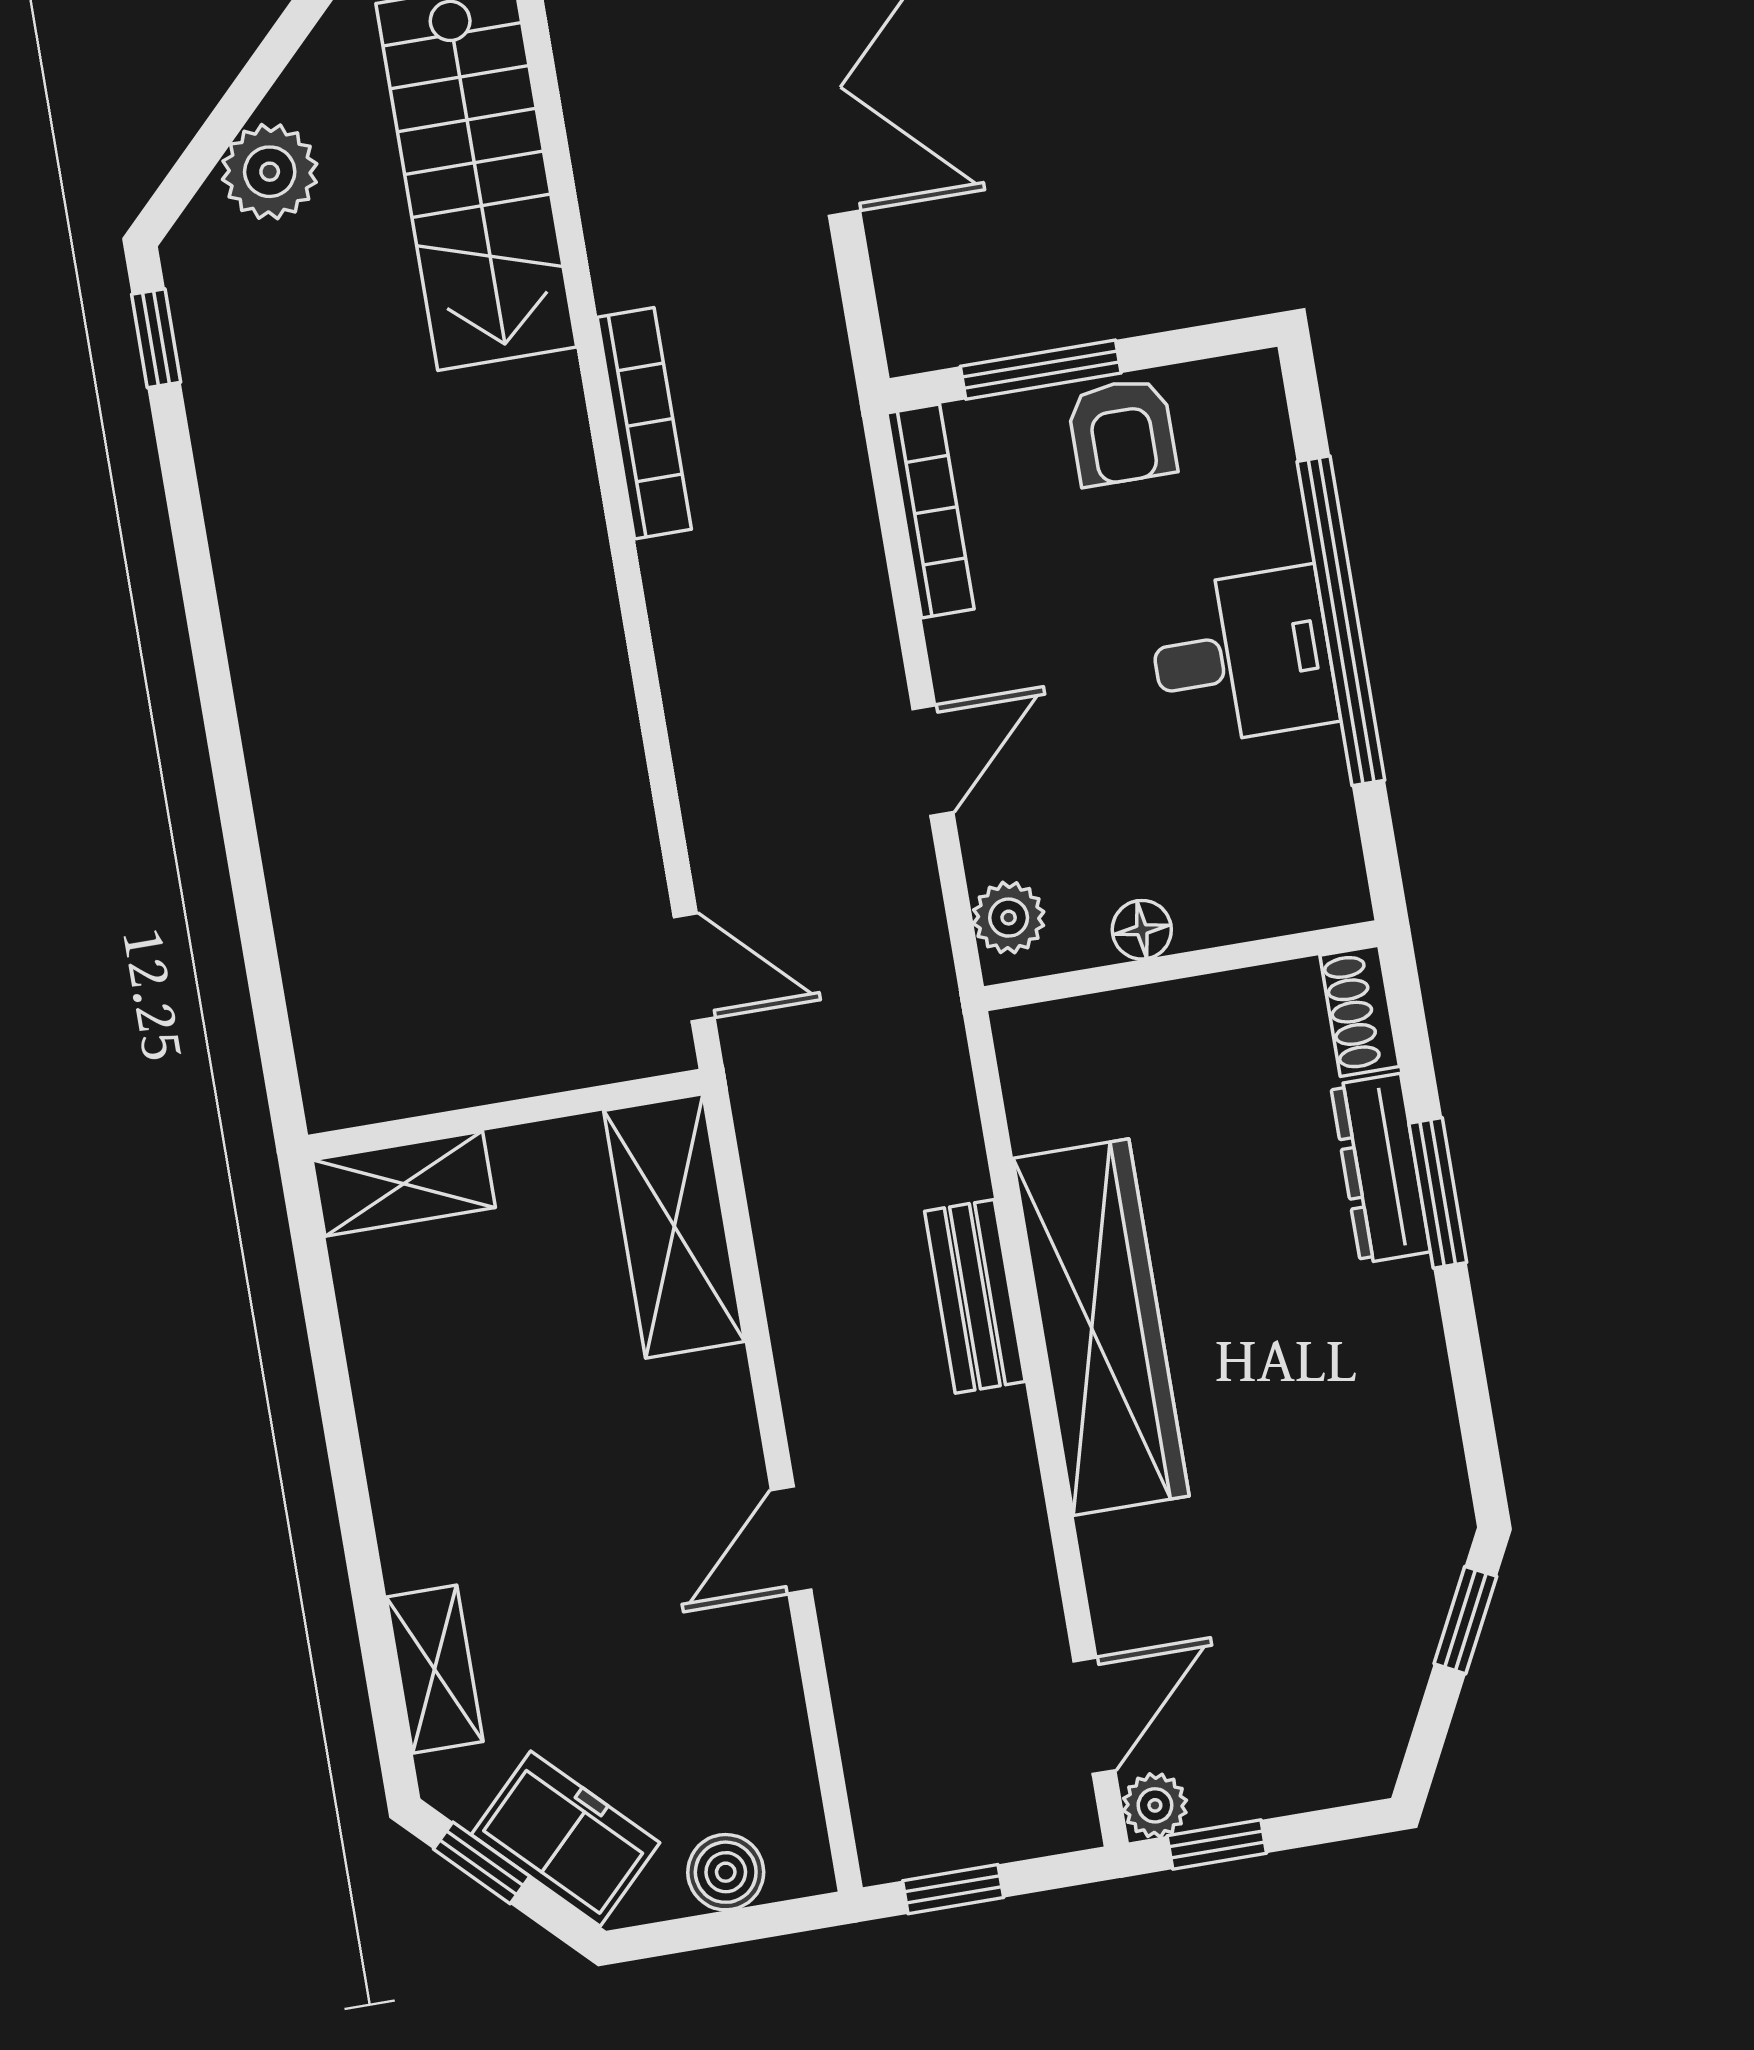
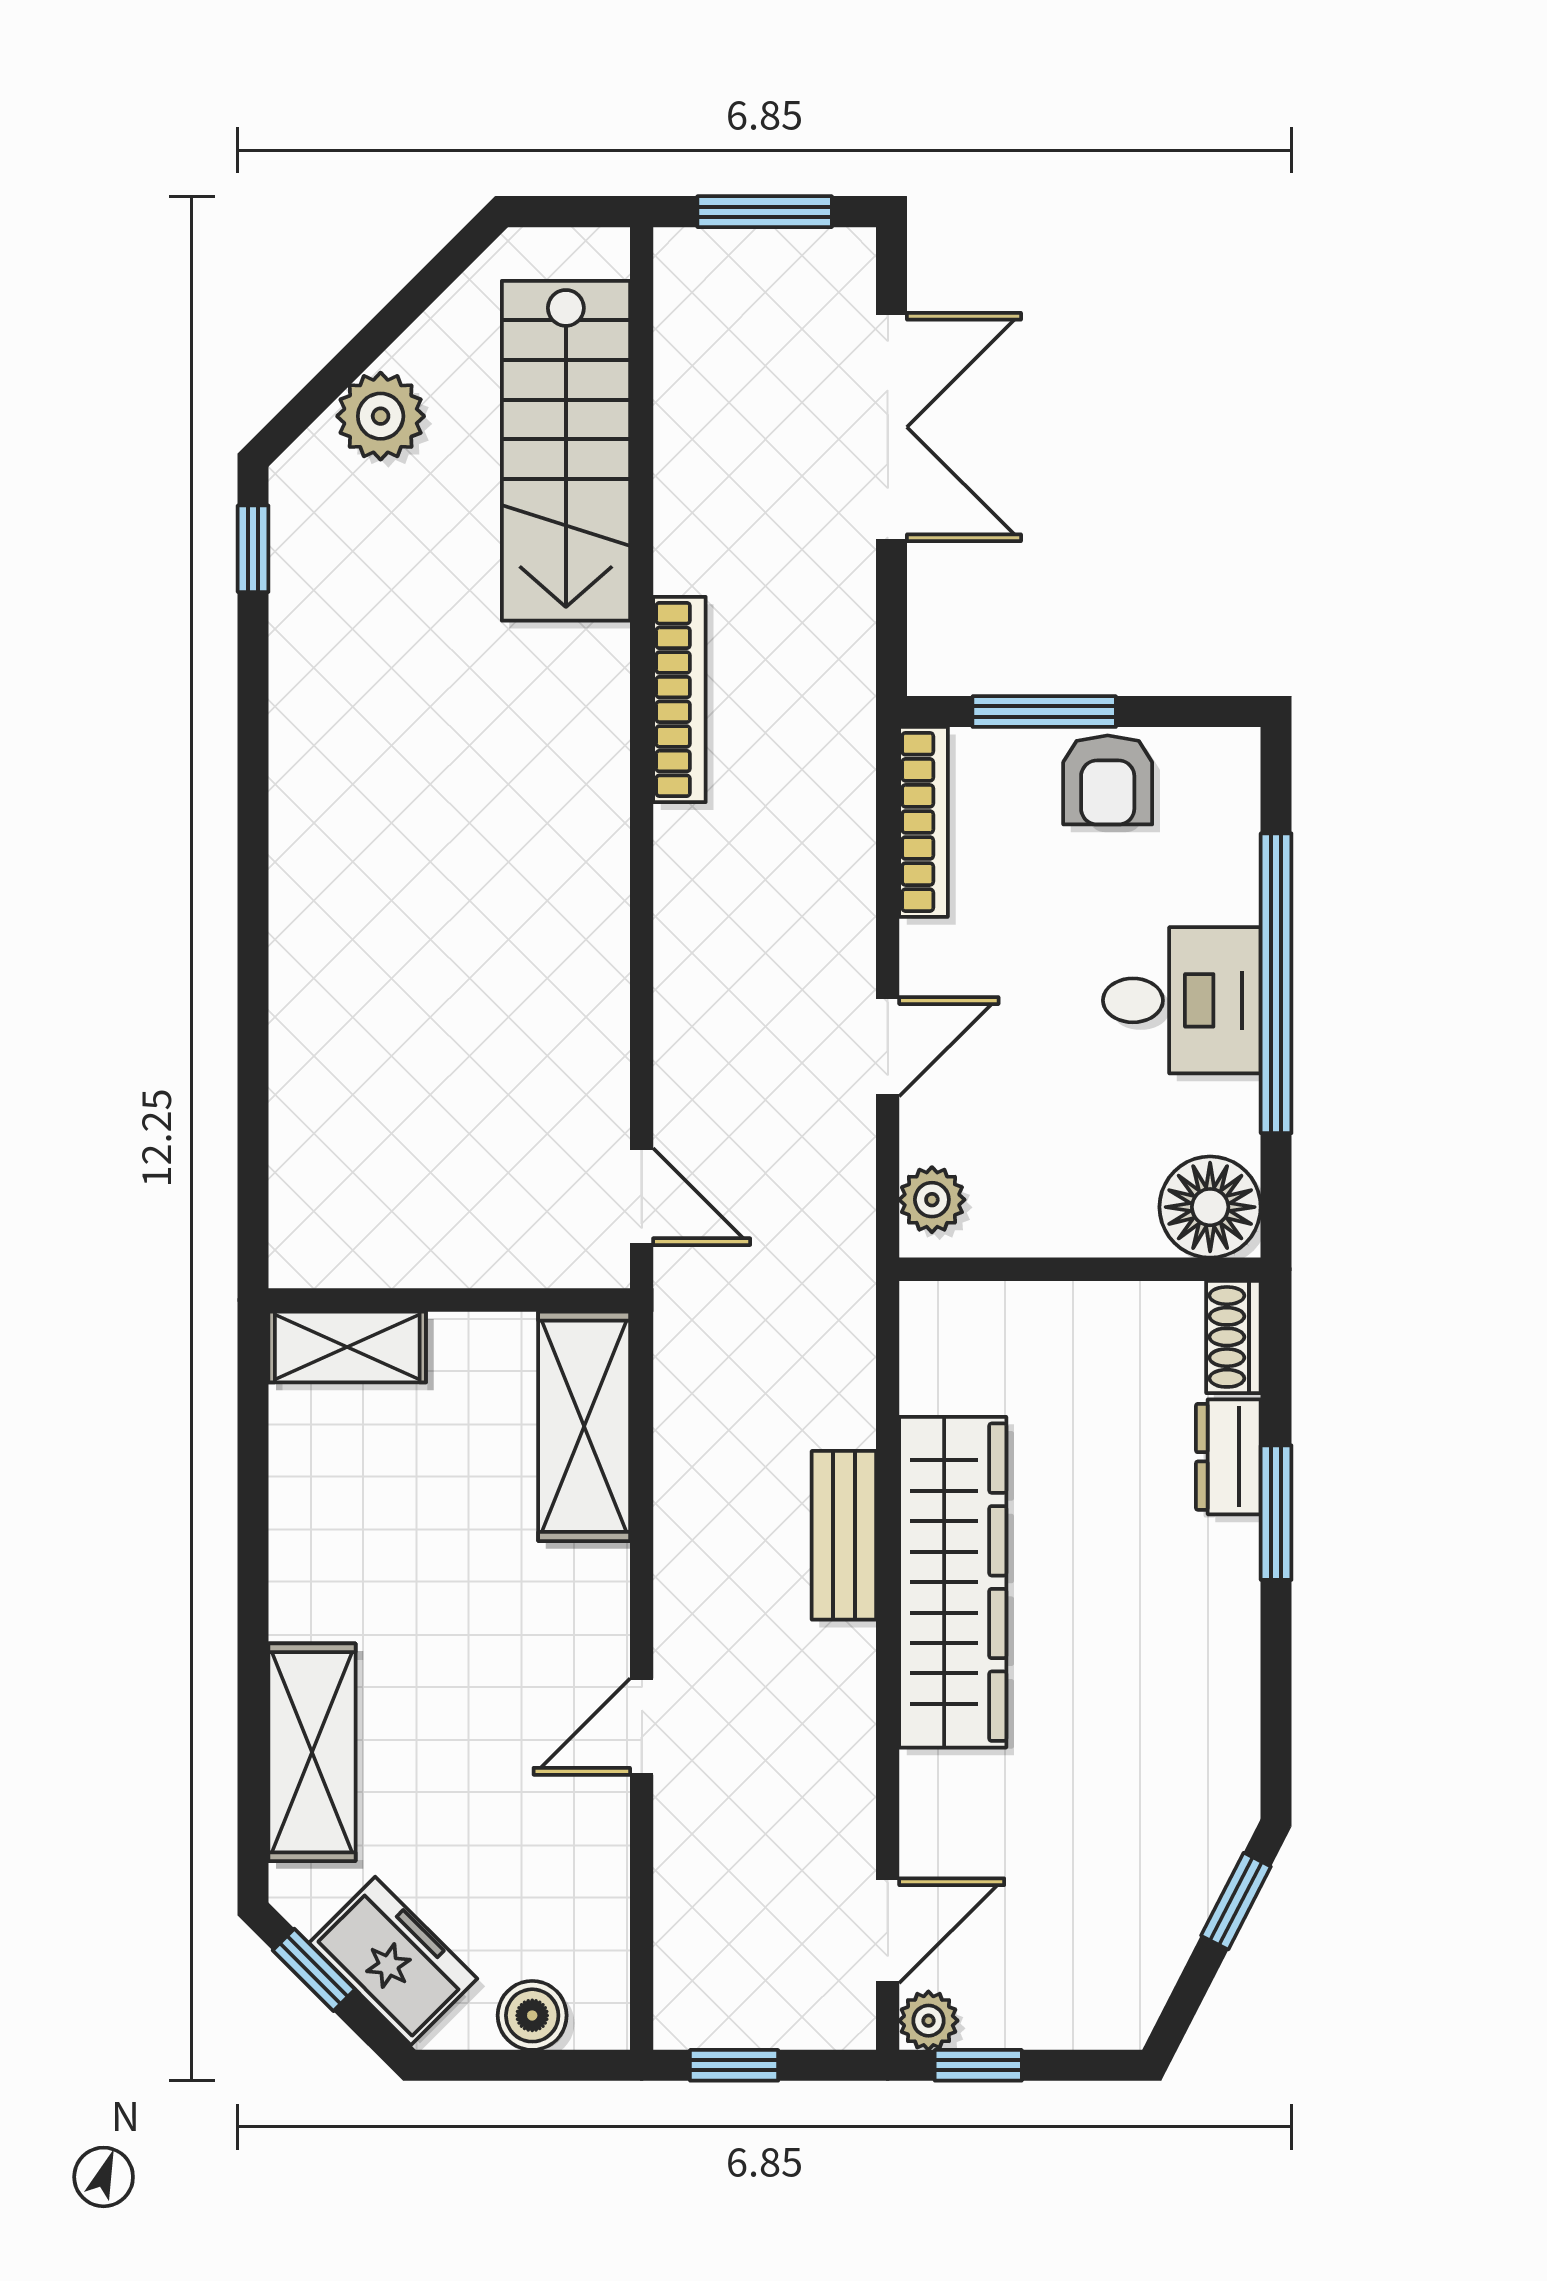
floor lamp: (1142, 930) -> (1210, 1207), moved, width x1.89, depth x1.89
dresser: (1381, 1168) -> (1228, 1457), width x0.70
shelving: (435, 1669) -> (312, 1752), width x1.50, depth x1.33

